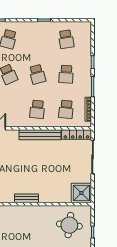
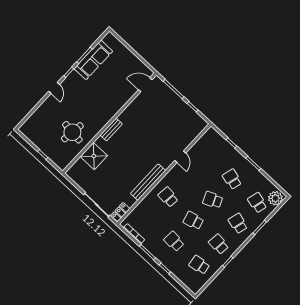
school desk: (66, 109) -> (219, 244), moved
locker: (76, 134) -> (120, 212), width x0.66
shower: (81, 193) -> (94, 156), moved
round table: (69, 225) -> (72, 132), moved

